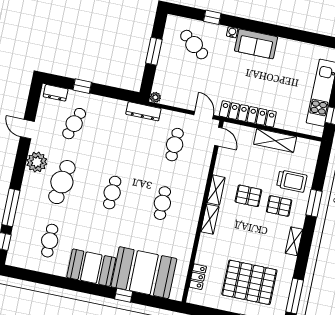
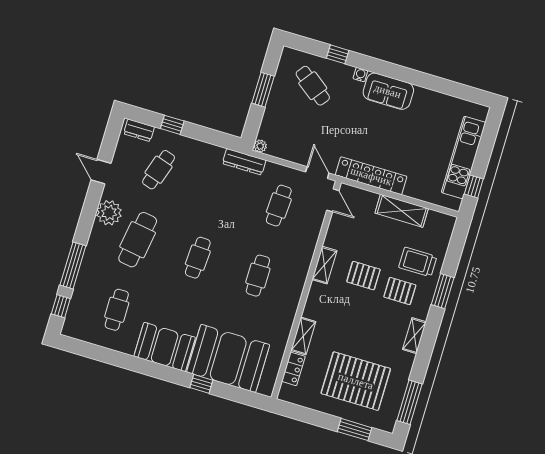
trolley: (292, 181) -> (418, 262), turned 180
shelving: (210, 219) -> (303, 336), moved

